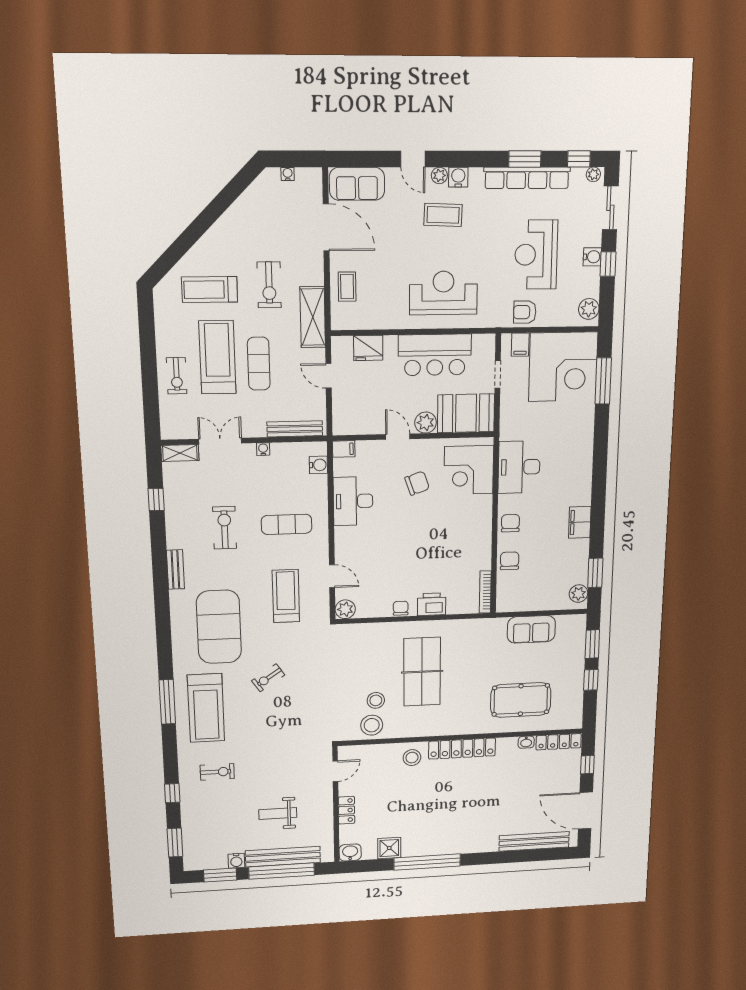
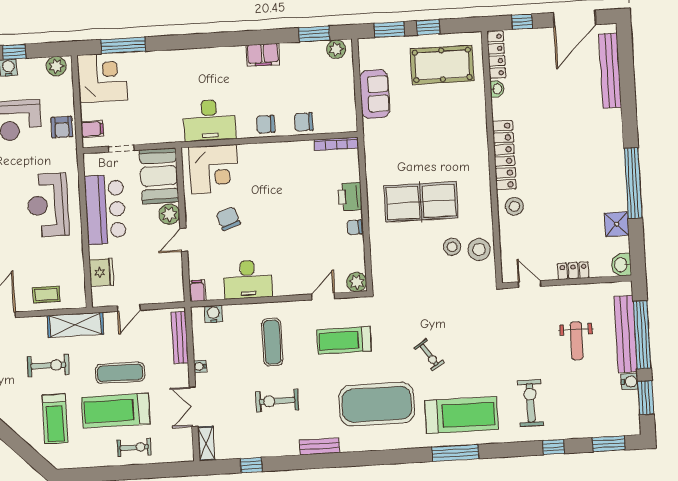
corner desk: (563, 367) -> (102, 78), width x0.74, depth x0.74
pool table: (521, 700) -> (442, 65), moved, turned 90
exercise bike: (217, 772) -> (530, 403), width x1.38, depth x1.39

